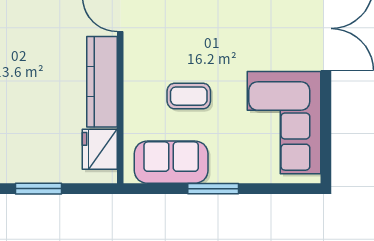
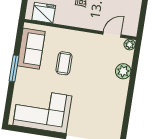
kitchen counter: (102, 82) -> (79, 20), removed

